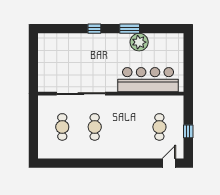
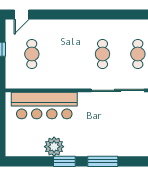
window: (94, 29) -> (103, 161), width x2.17

